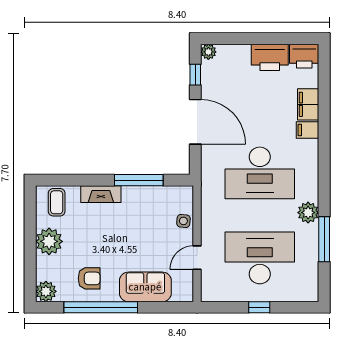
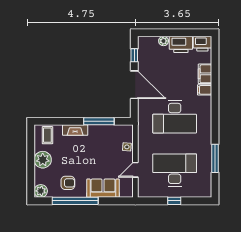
plant: (208, 52) -> (164, 41), moved
plant: (308, 213) -> (205, 142), removed

